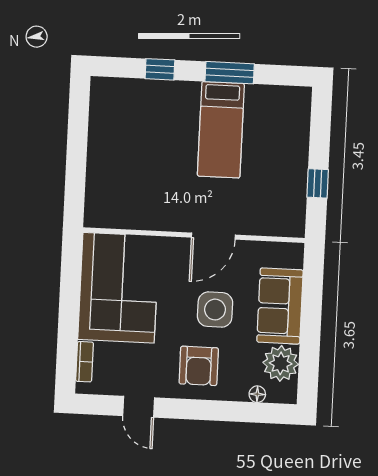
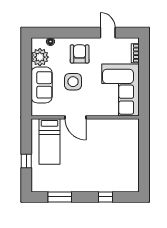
window: (230, 73) -> (60, 197), moved
bed: (221, 130) -> (50, 141), moved, turned 180
window: (318, 183) -> (26, 161), moved
door: (213, 236) -> (76, 117), swing flipped

